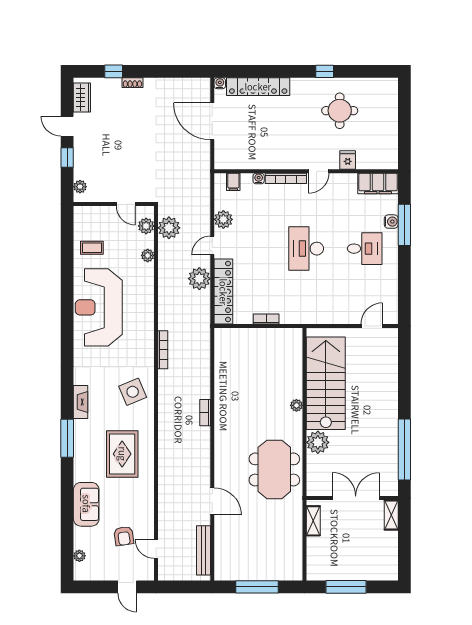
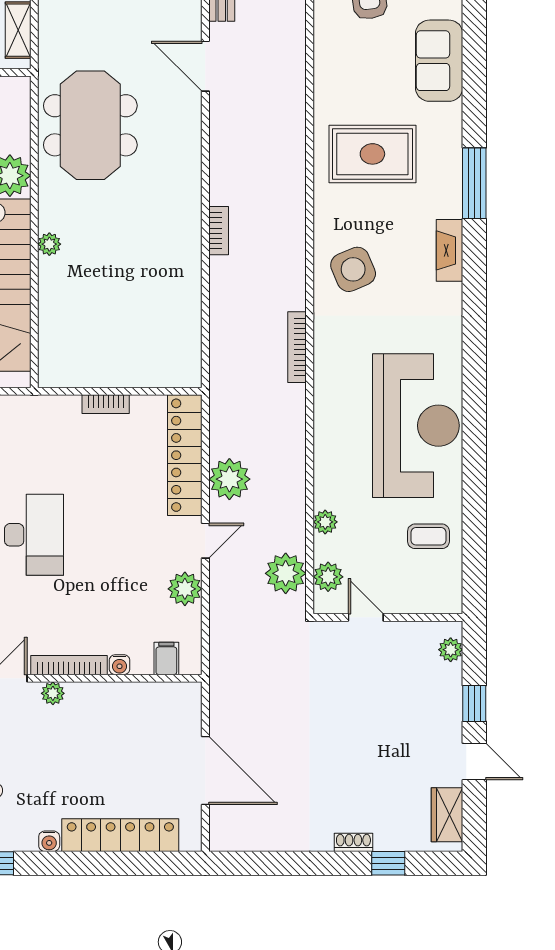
water cooler: (220, 83) -> (49, 841), moved
plant: (295, 163) -> (53, 693), added
rug: (122, 454) -> (372, 154), turned 90

